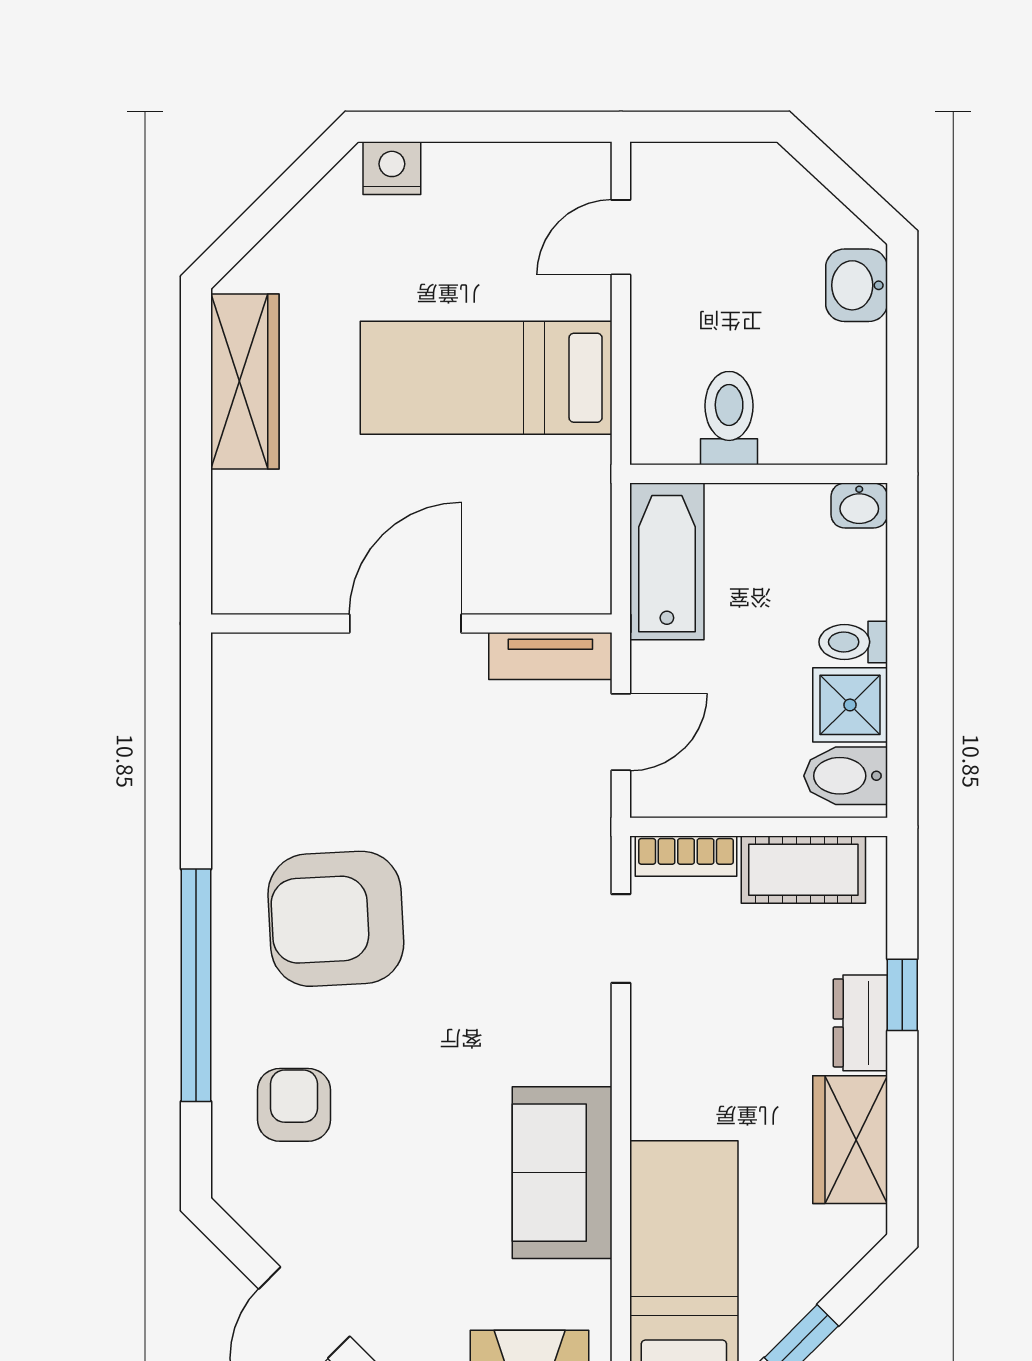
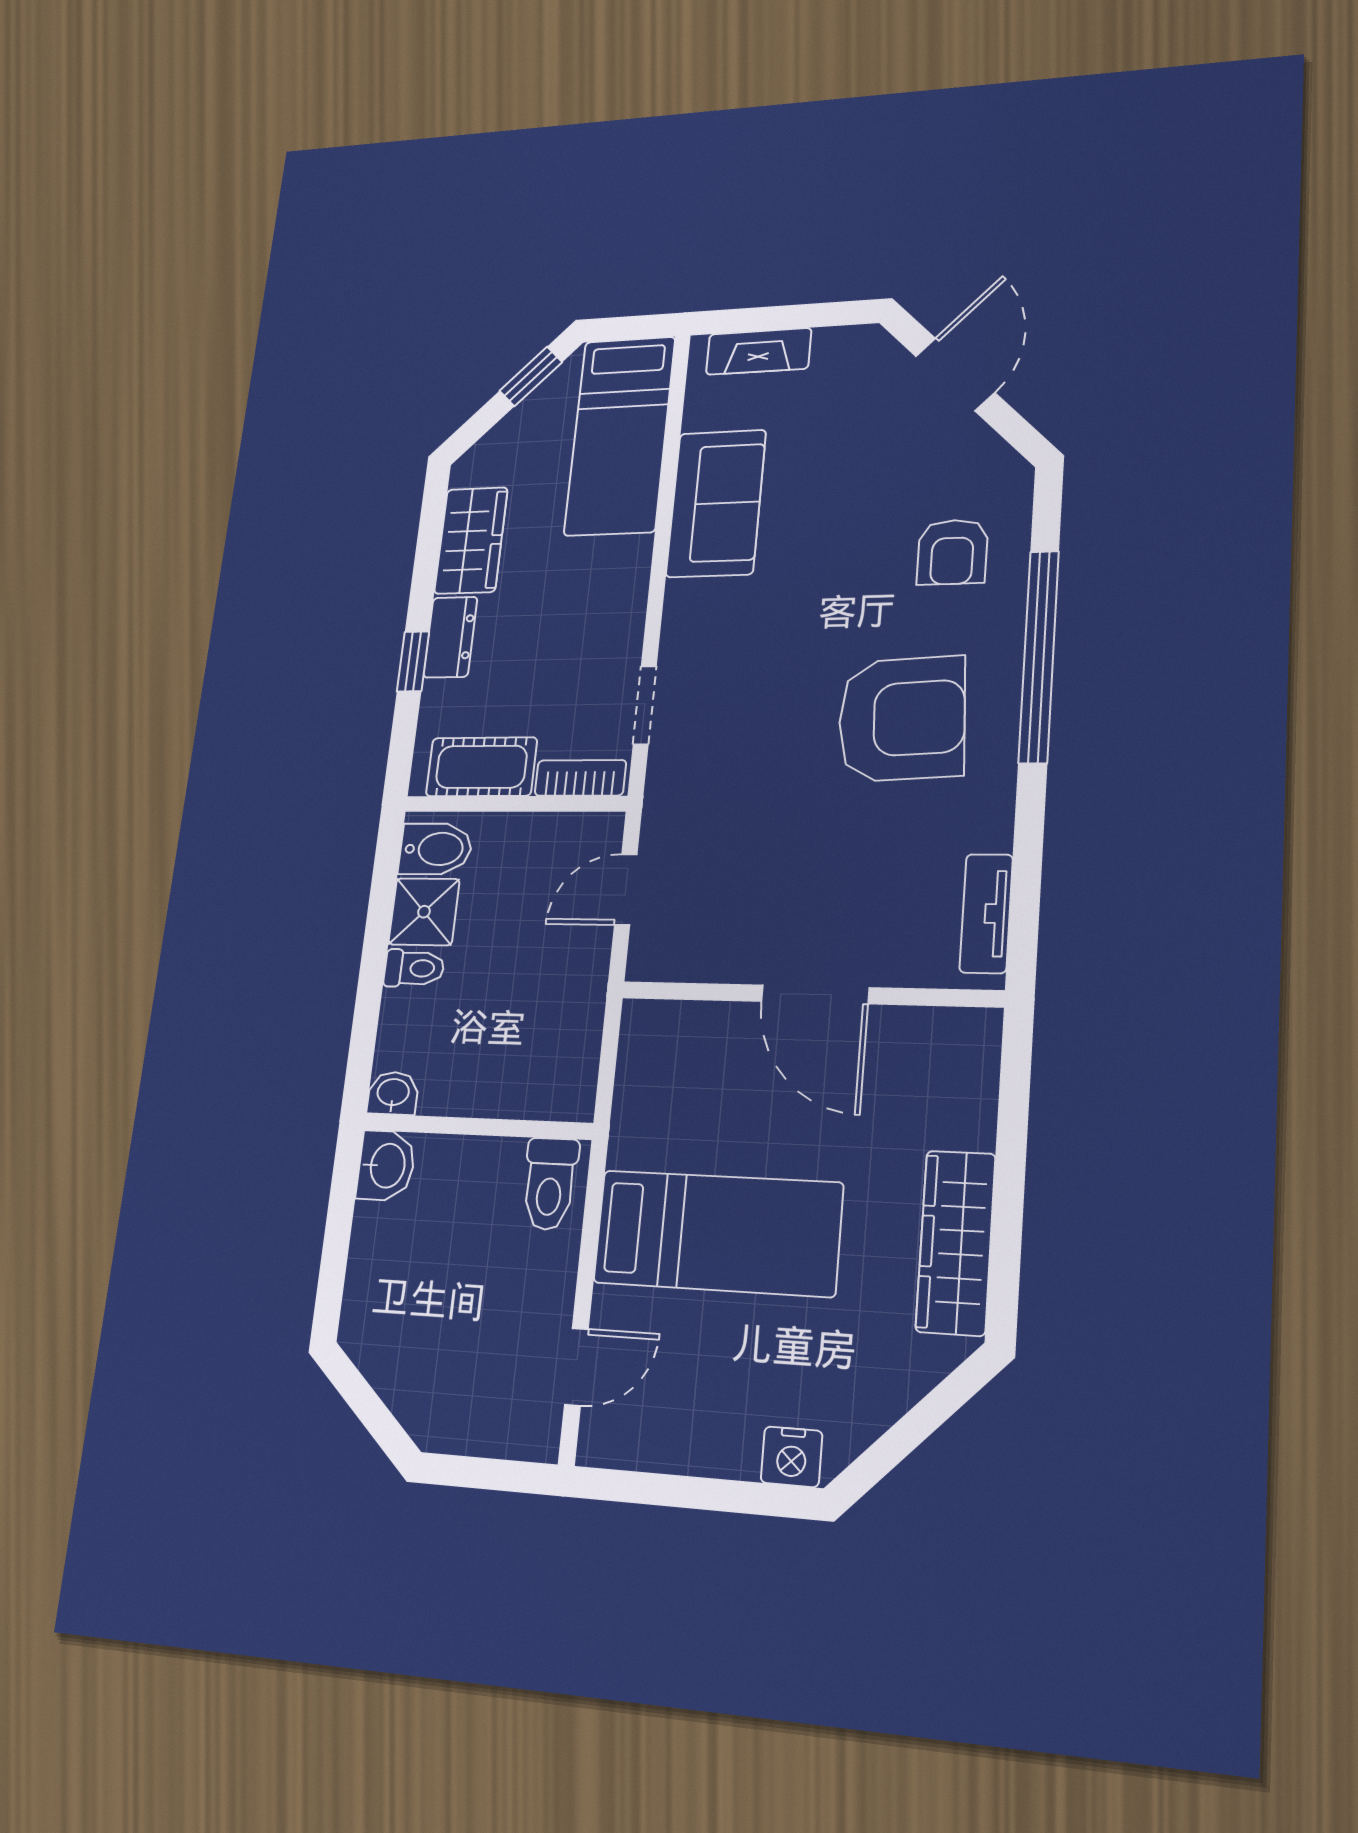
washbasin: (857, 285) -> (386, 1166), moved
toilet: (729, 418) -> (550, 1184), moved
bathtub: (667, 561) -> (568, 1047), removed
door: (405, 623) -> (815, 994), hinge flipped
tv unit: (550, 656) -> (986, 913), moved, turned -90

